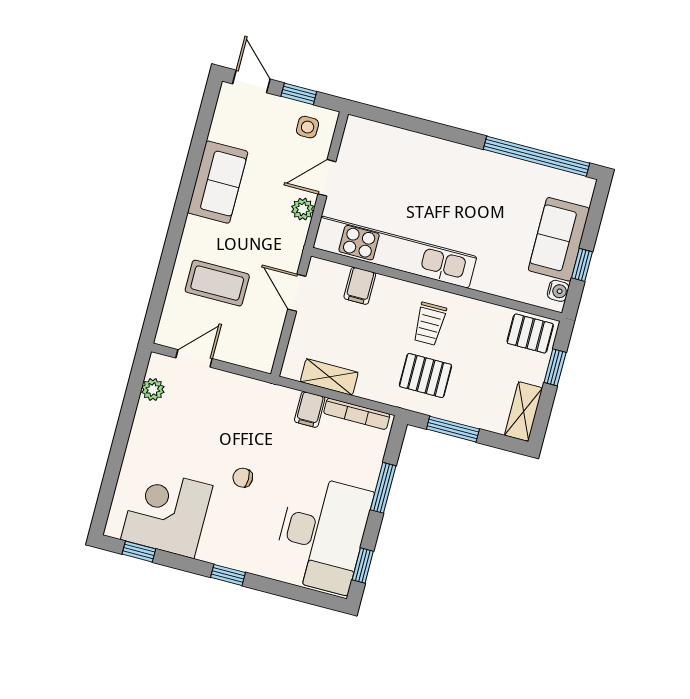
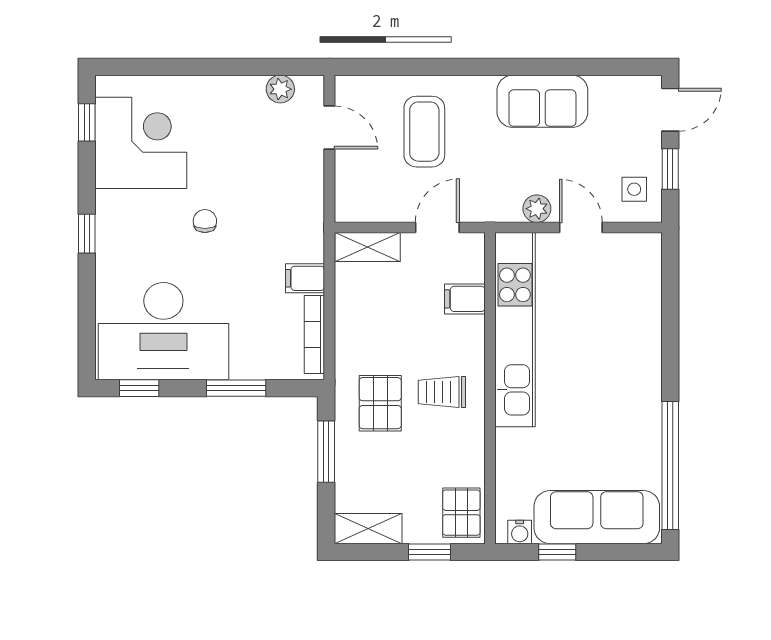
sofa: (559, 239) -> (597, 517), width x1.36
shelving: (329, 377) -> (367, 247), moved, turned 90

